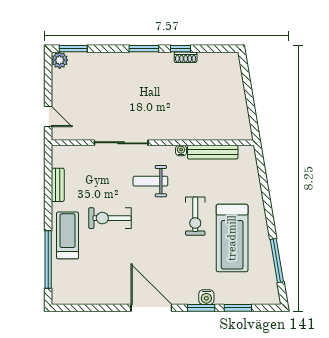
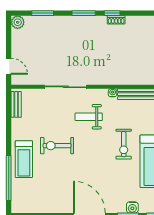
window: (73, 49) -> (43, 13), moved
bench: (58, 185) -> (16, 104), moved
treadmill: (68, 235) -> (24, 159), turned 180

